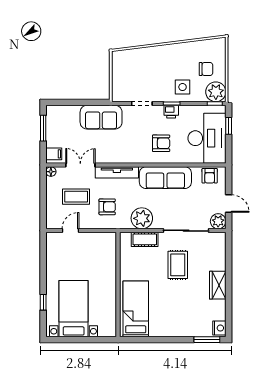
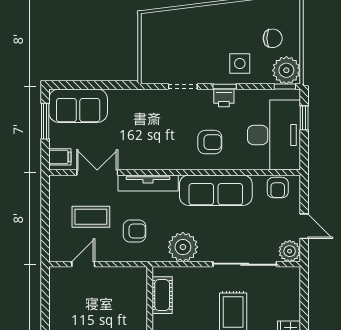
sofa: (101, 117) -> (78, 106), moved
floor lamp: (51, 172) -> (56, 182), removed
cot: (145, 239) -> (162, 295), moved, turned 90

